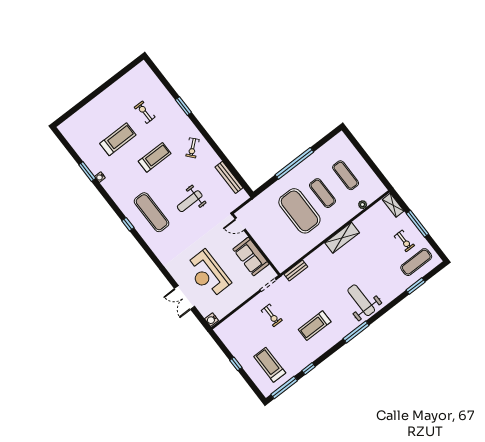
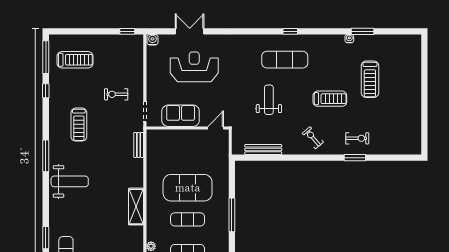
exercise bike: (145, 112) -> (357, 138), moved
treadmill: (155, 157) -> (330, 99), turned -90
window: (294, 163) -> (232, 215), width x0.68
treadmill: (315, 326) -> (79, 125), turned 180
window: (236, 364) -> (127, 31), moved

